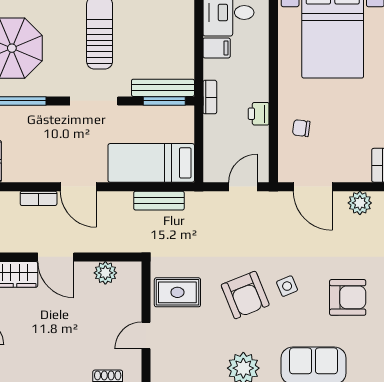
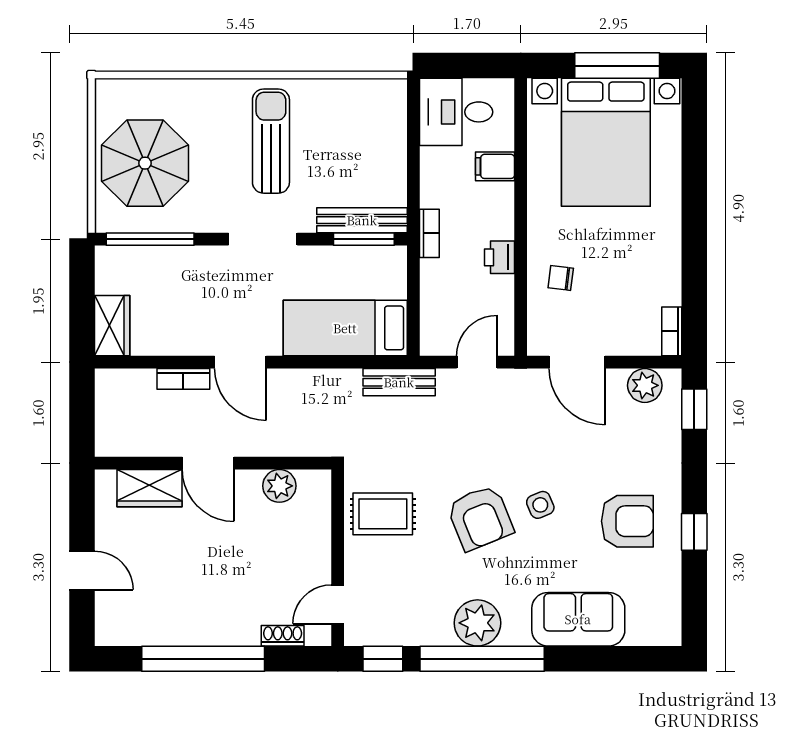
filing cabinet: (217, 48) -> (495, 166), moved, turned 180
bench: (159, 201) -> (399, 382), moved
door: (146, 335) -> (338, 604), moved

